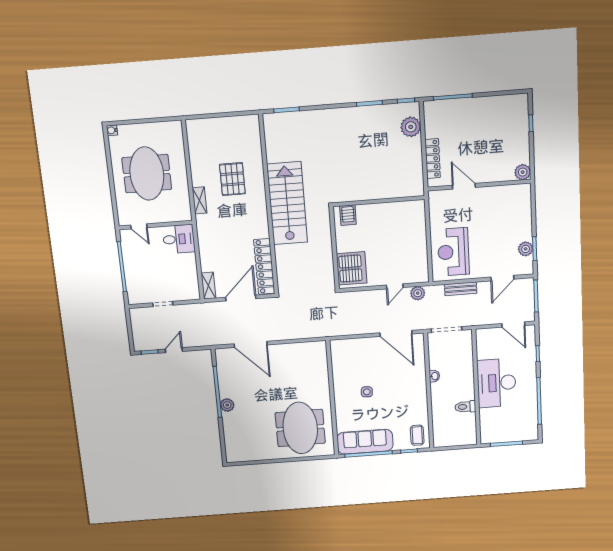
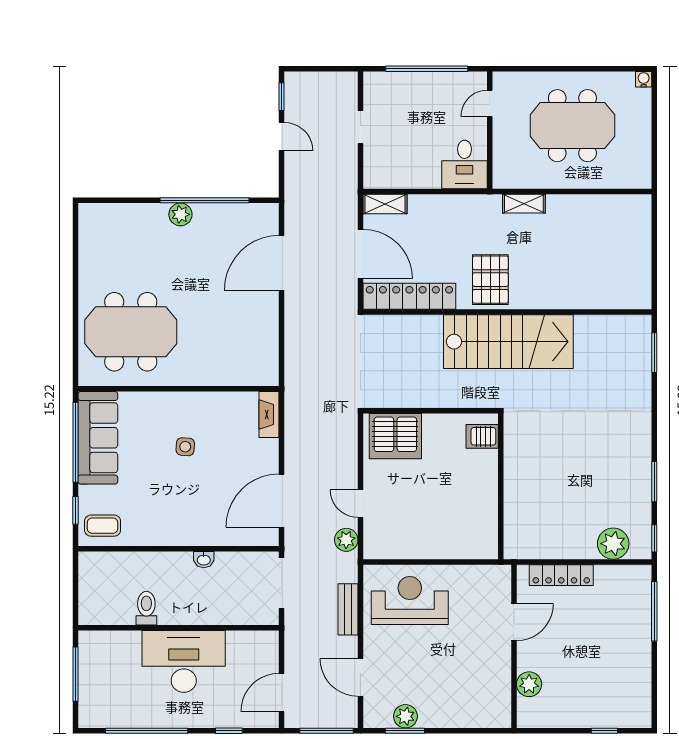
plant: (523, 172) -> (529, 684), moved
pallet: (232, 179) -> (490, 280), moved, turned 90
fireplace: (344, 345) -> (269, 415), added

